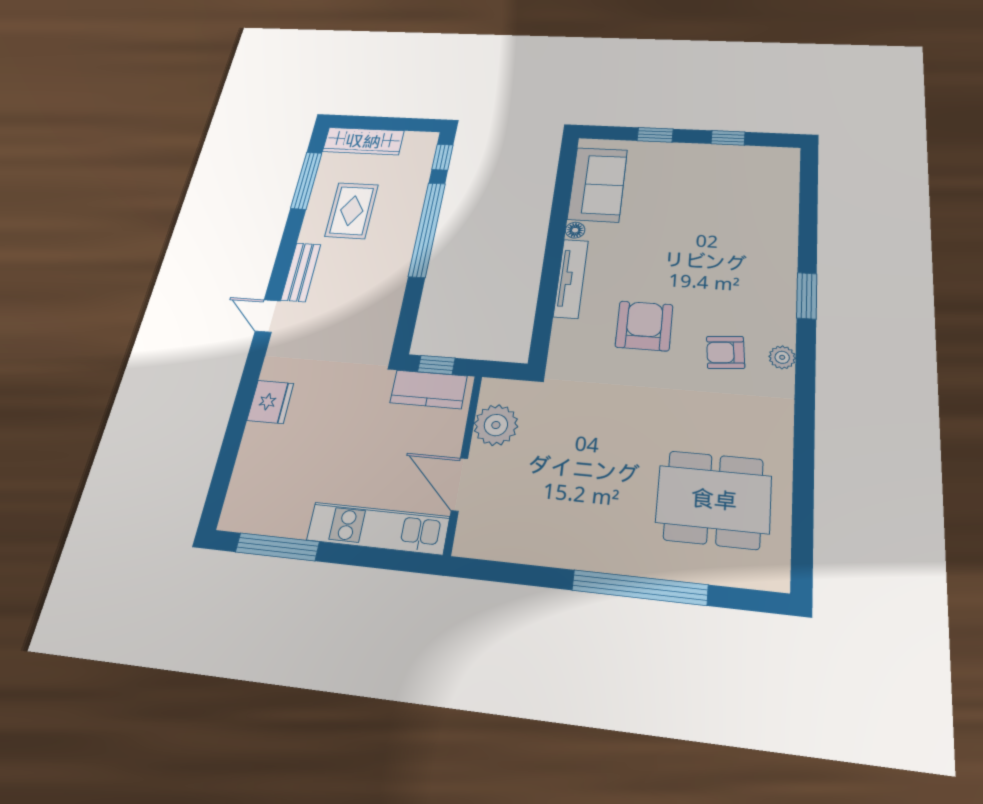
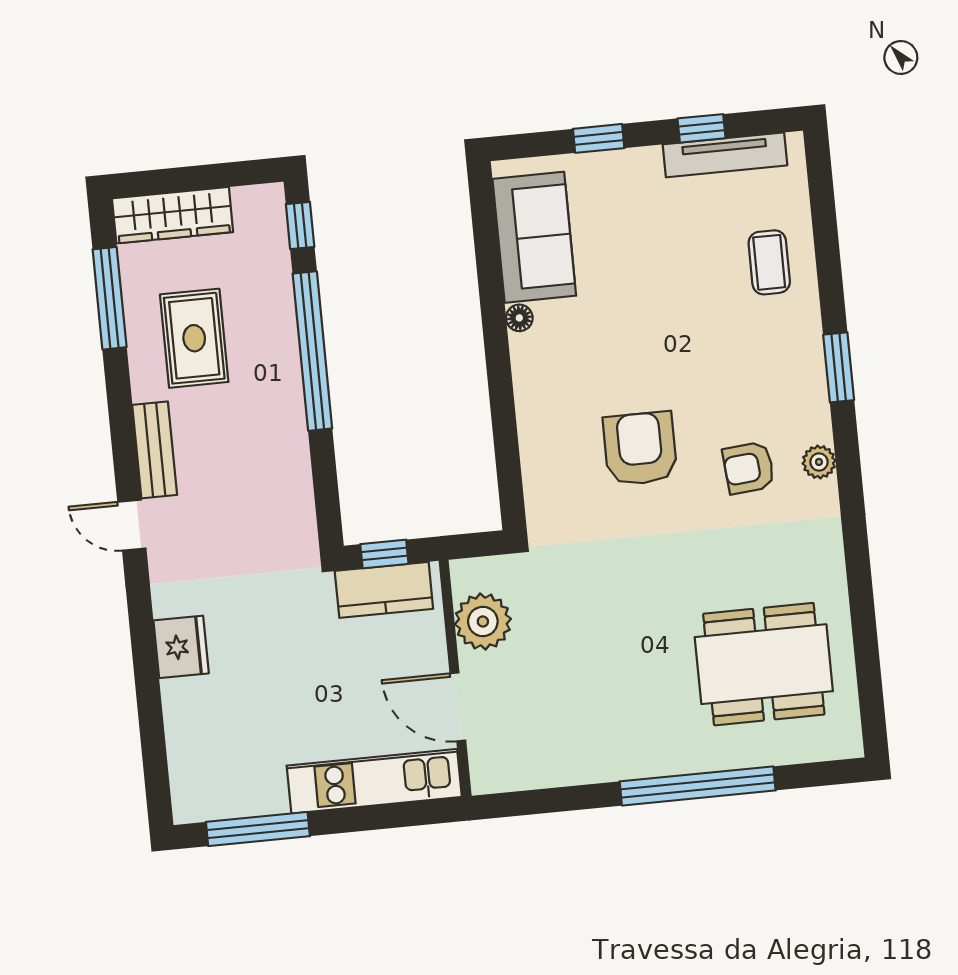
coffee table: (763, 222) -> (769, 262), added
tv unit: (571, 278) -> (725, 155), moved, turned 90

